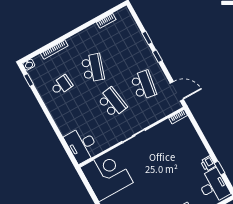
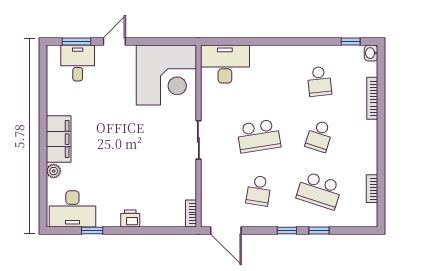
school desk: (124, 50) -> (319, 191), added
school desk: (93, 68) -> (319, 136), width x0.54
school desk: (143, 85) -> (259, 191), width x0.54
door: (177, 91) -> (226, 230), hinge flipped
printer: (208, 164) -> (130, 218), moved

